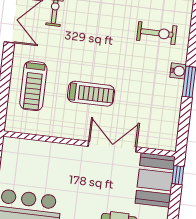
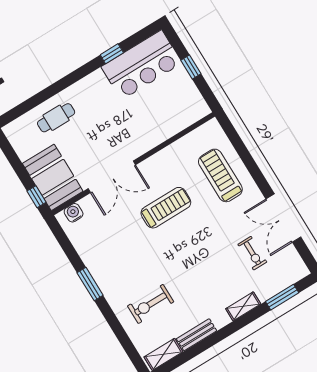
water cooler: (178, 71) -> (74, 213), moved, turned 90
treadmill: (91, 94) -> (166, 208), turned 180

